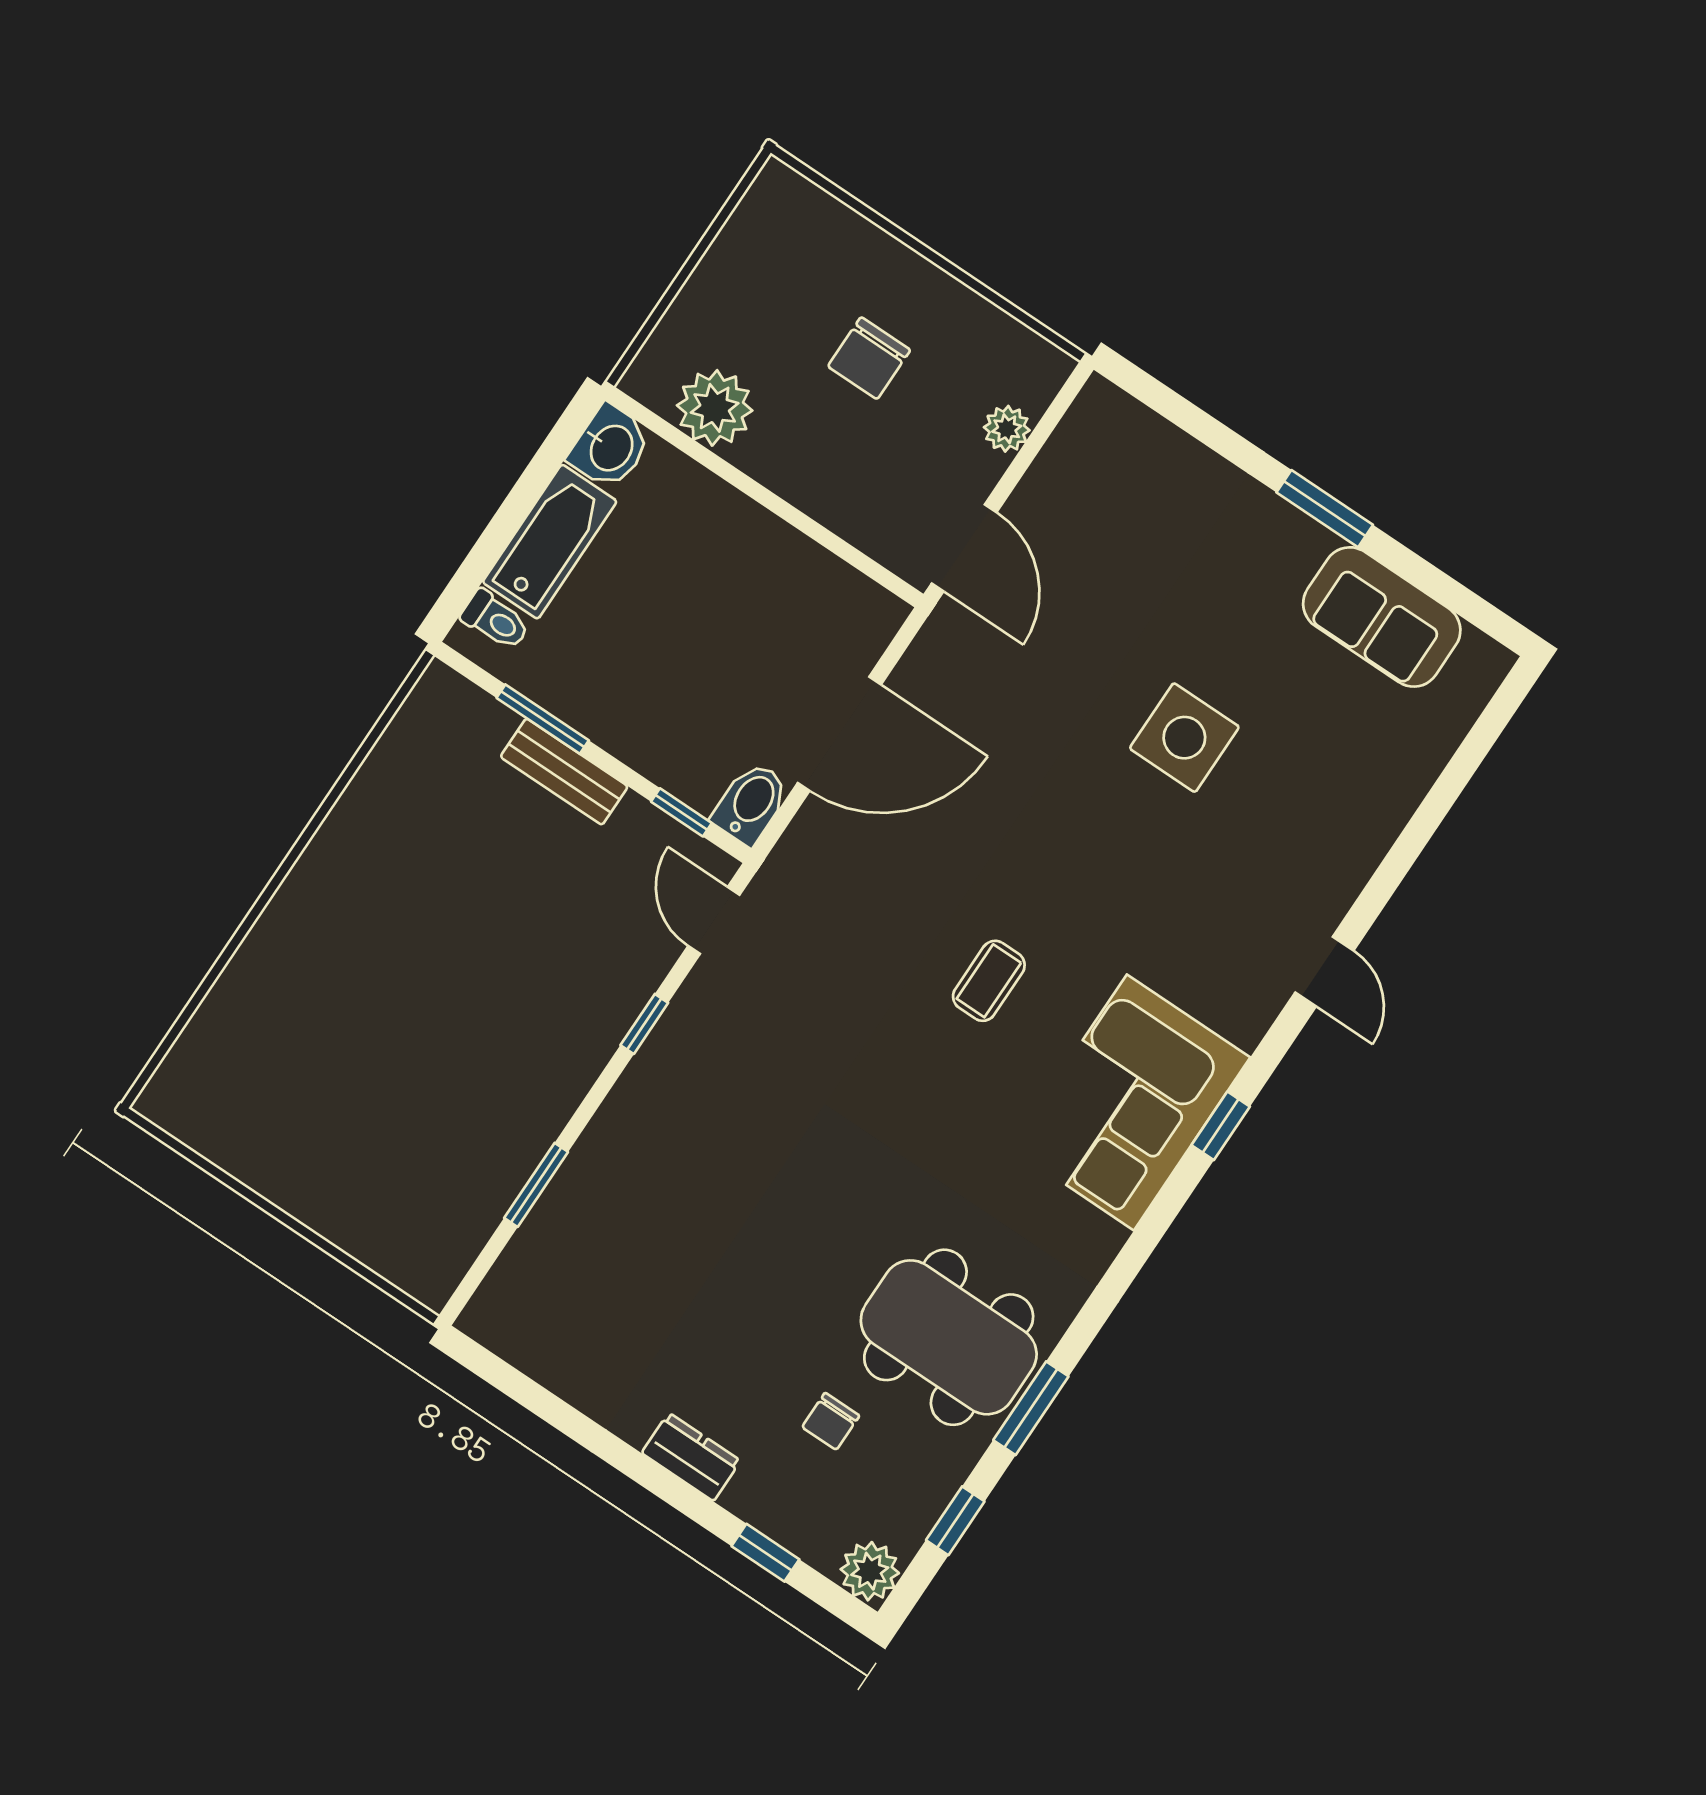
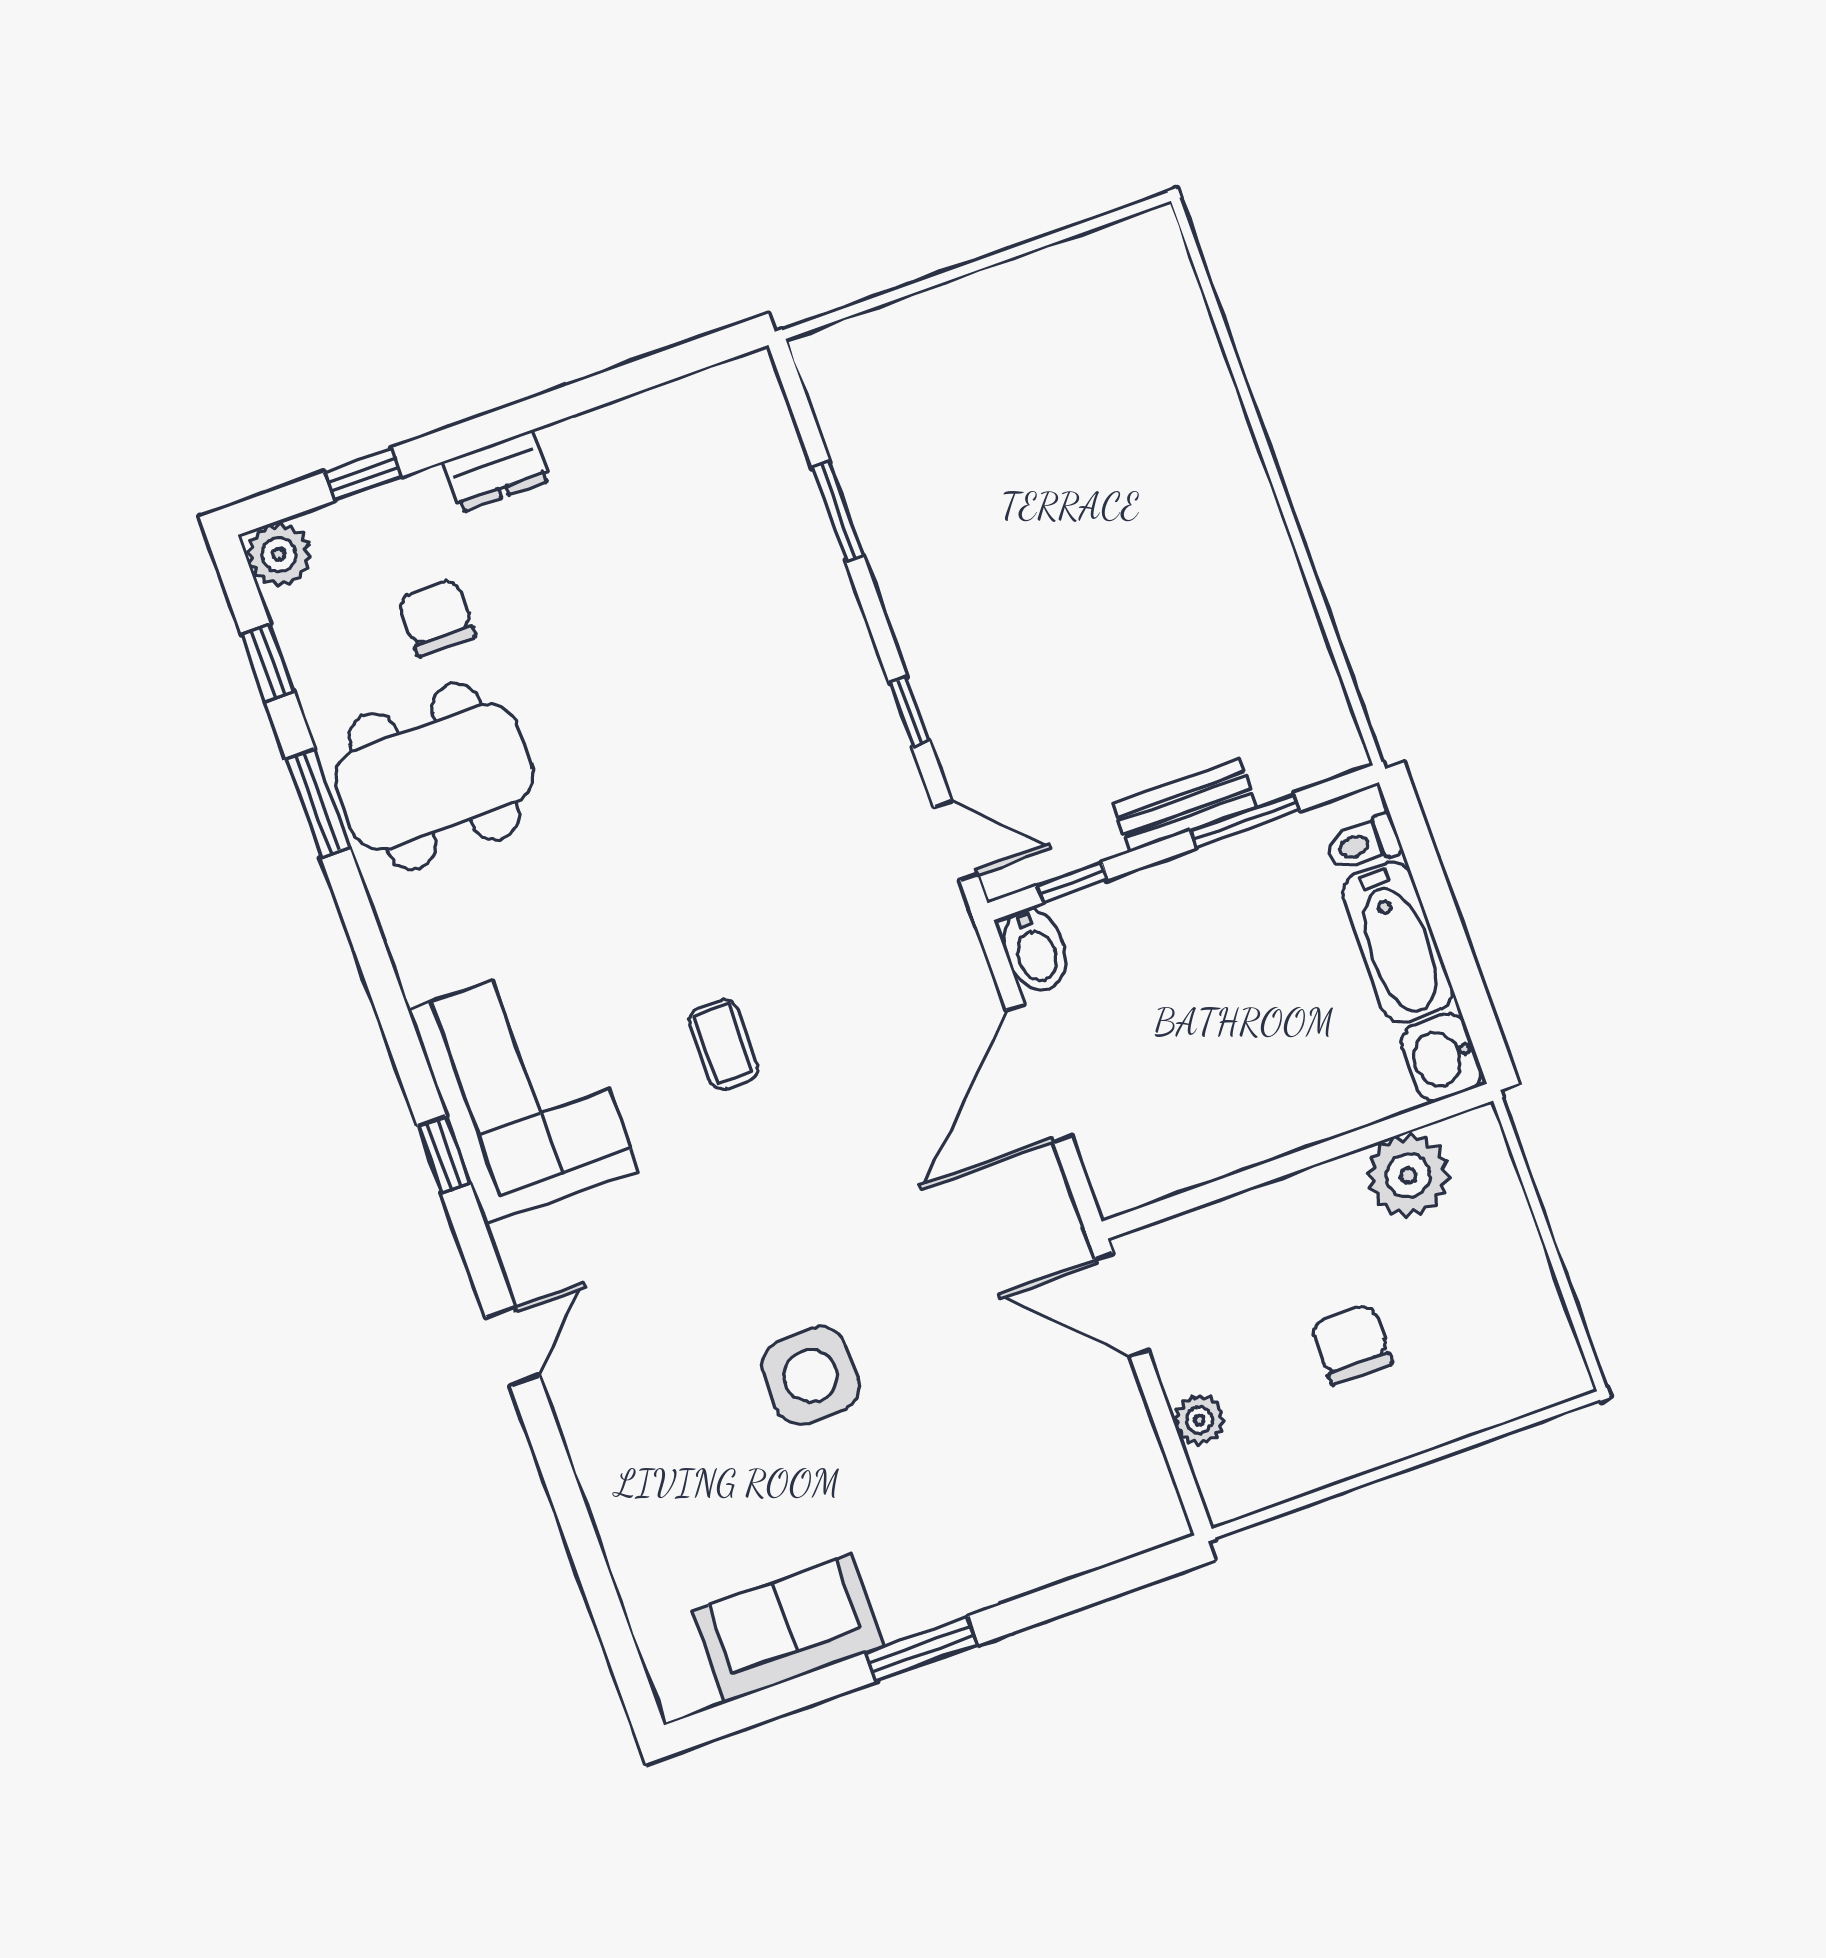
door: (1324, 972) -> (513, 1347), swing flipped
chair: (831, 1421) -> (437, 618), width x1.37, depth x1.37

